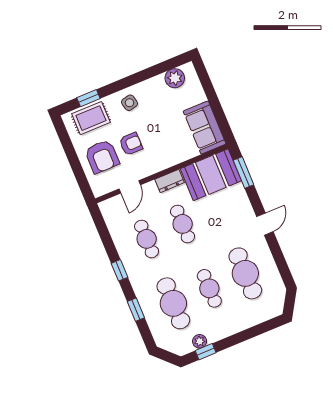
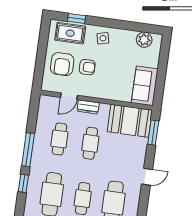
dresser: (170, 181) -> (88, 107), moved
window: (119, 270) -> (28, 150), width x2.17

